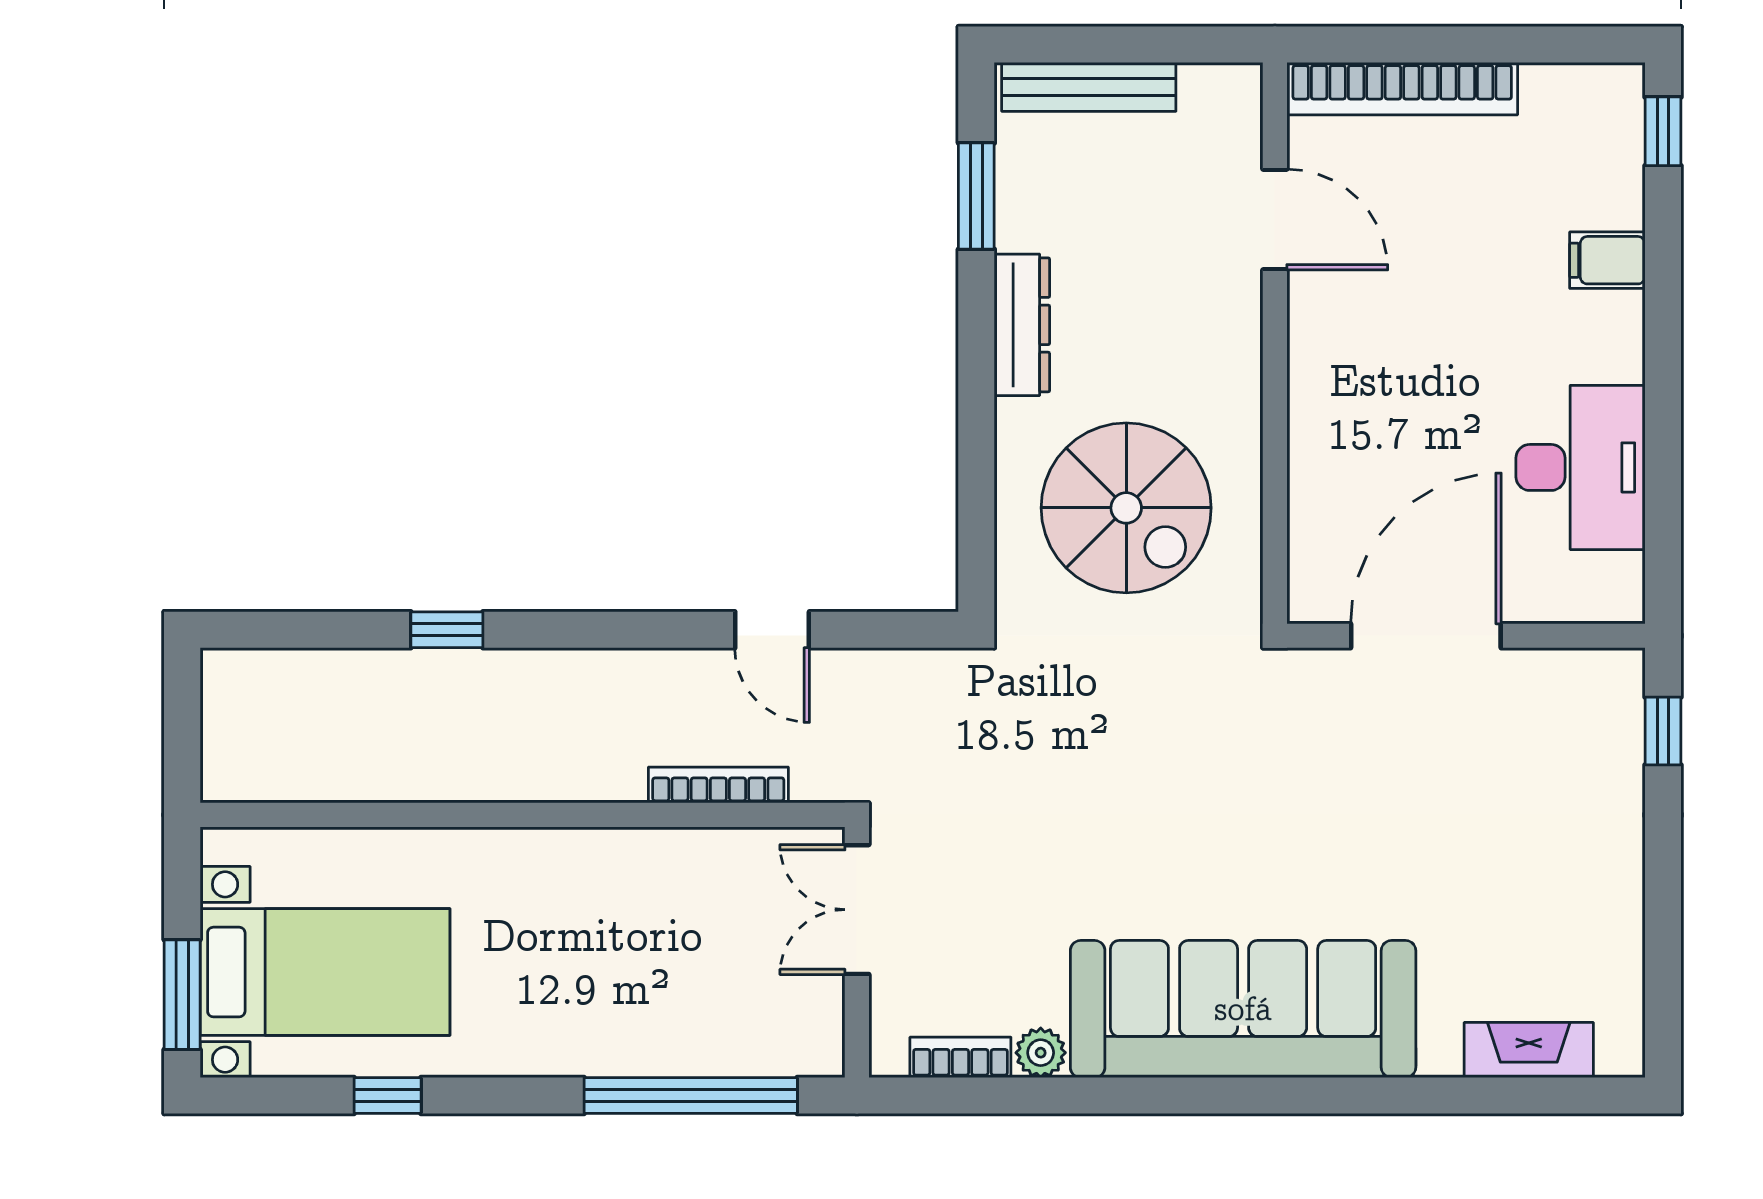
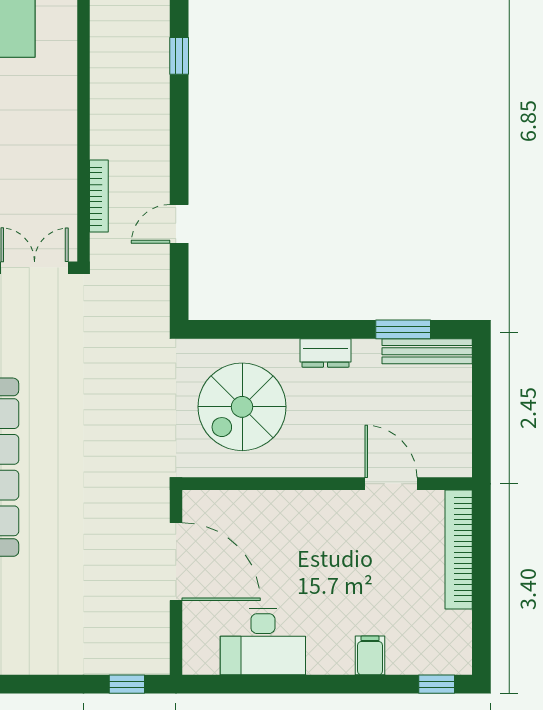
bench: (1089, 87) -> (427, 351), moved, turned 90
door: (1275, 220) -> (391, 484), swing flipped
dresser: (1022, 325) -> (325, 353), width x0.70

